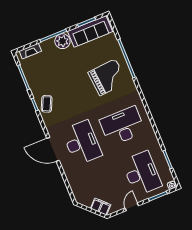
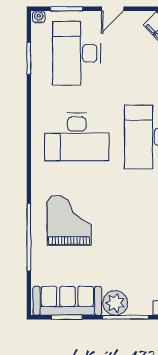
grand piano: (108, 77) -> (69, 220), turned 95

